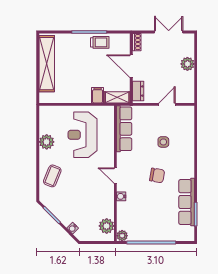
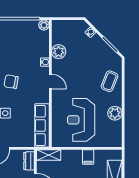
filing cabinet: (98, 95) -> (88, 157), moved
reception desk: (83, 135) -> (81, 120), turned 180
plant: (107, 226) -> (59, 52), moved

